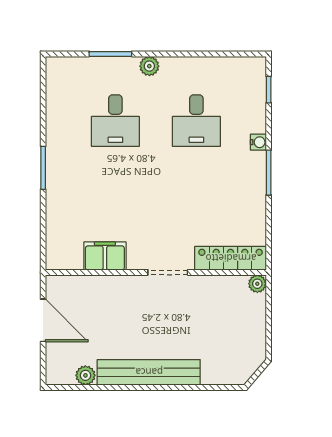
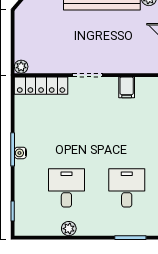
plant: (149, 66) -> (69, 229), moved
water cooler: (258, 142) -> (20, 153), moved
filing cabinet: (105, 256) -> (127, 87), width x0.50

